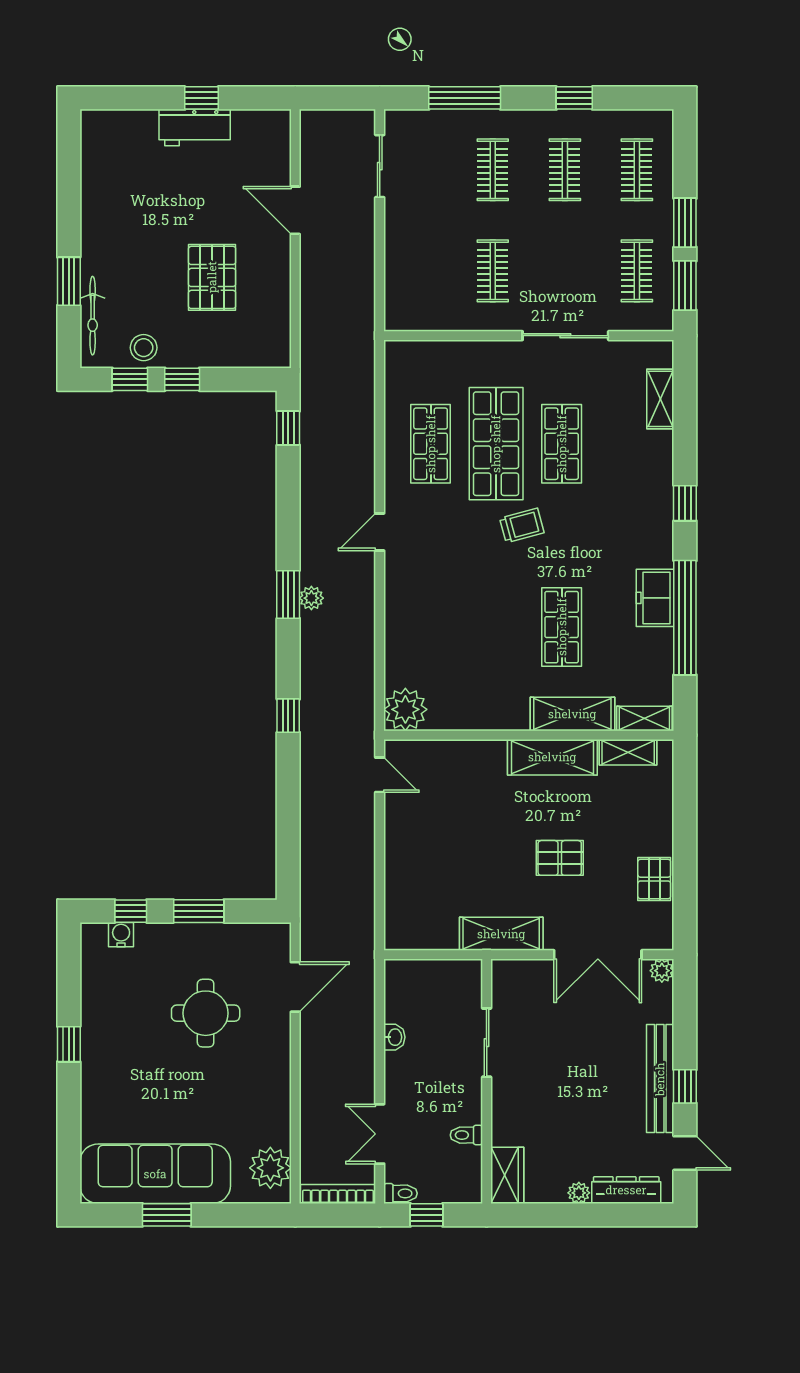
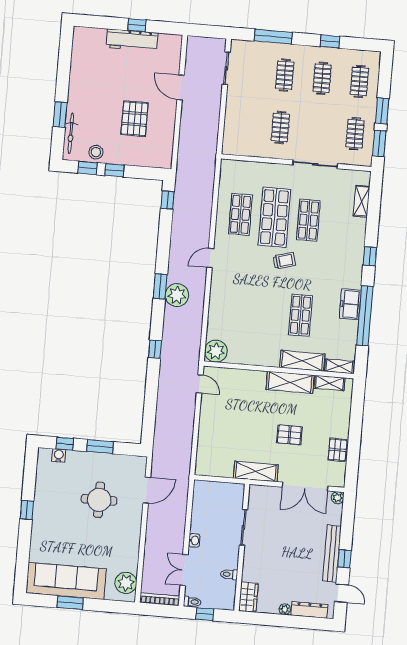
workbench: (195, 127) -> (132, 40), width x1.38
plant: (311, 598) -> (177, 295), width x1.87, depth x1.87
washbasin: (394, 1037) -> (194, 540), moved

